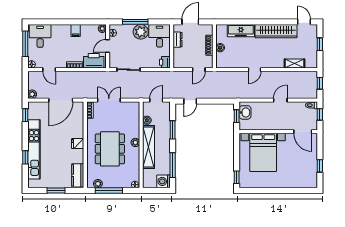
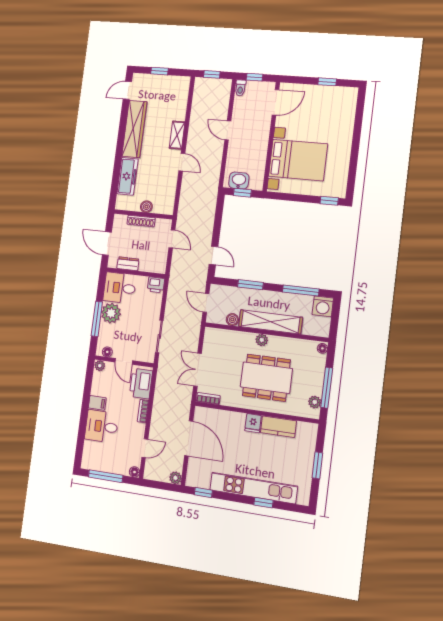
desk: (40, 36) -> (102, 426), moved
shelving: (294, 64) -> (177, 135), moved
kitchen counter: (78, 175) -> (278, 427), moved

